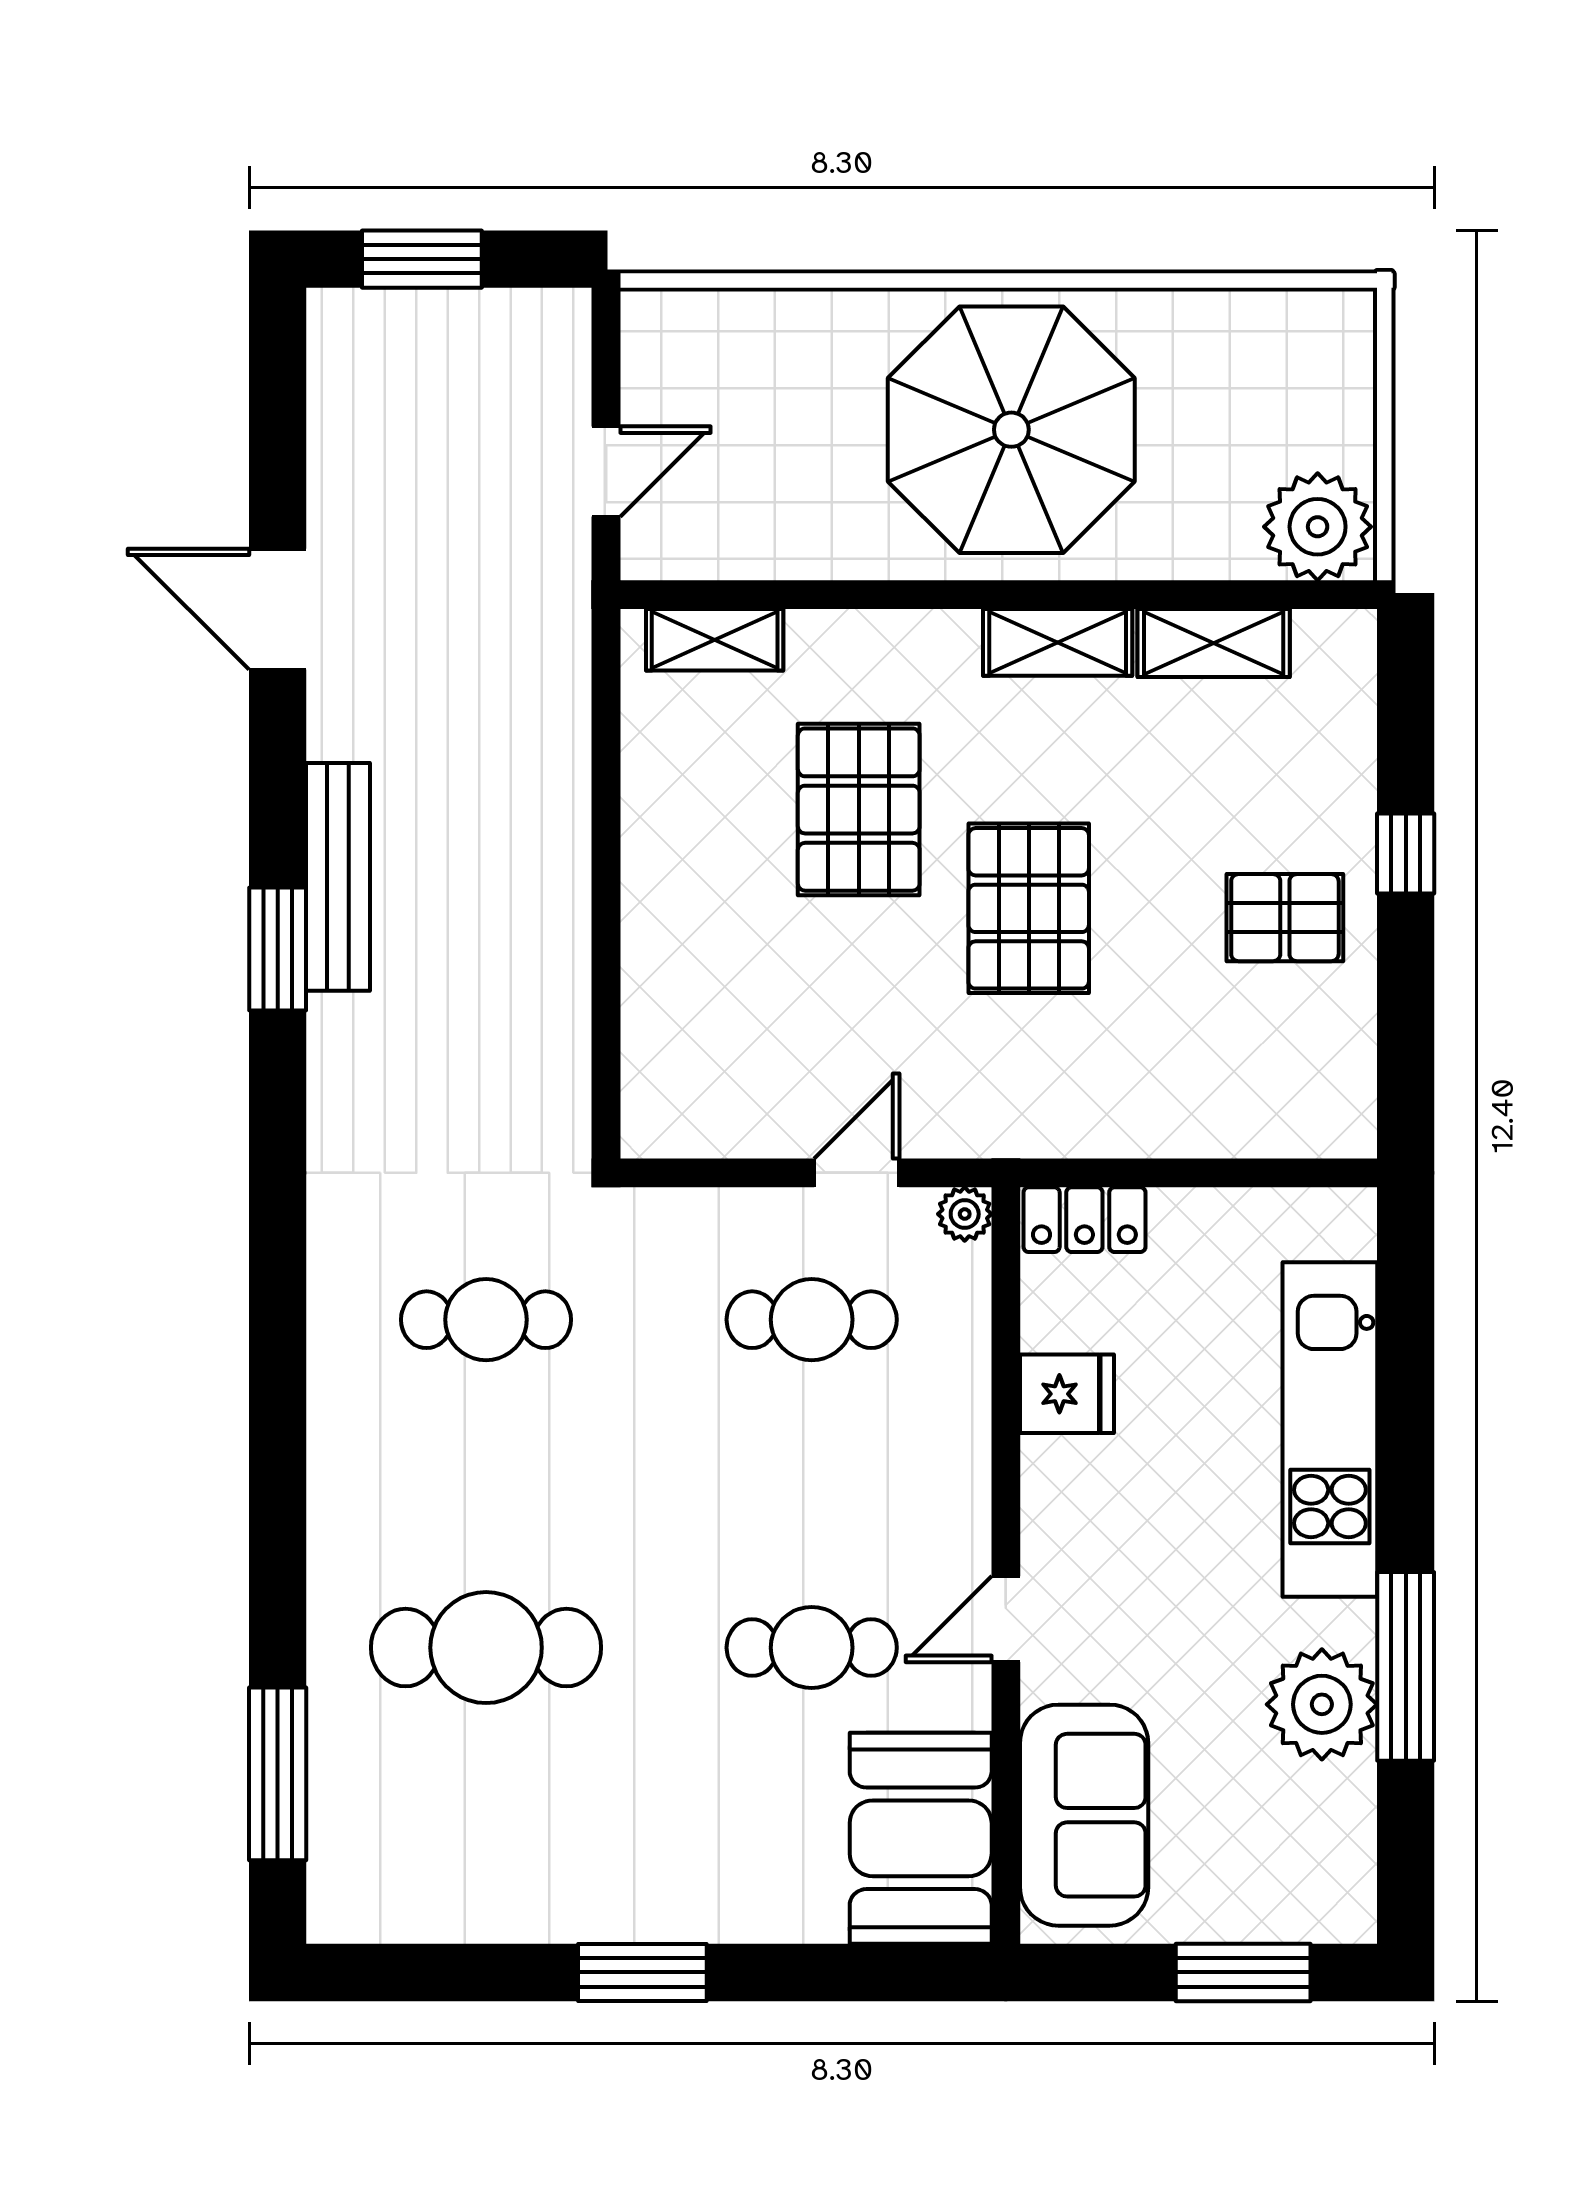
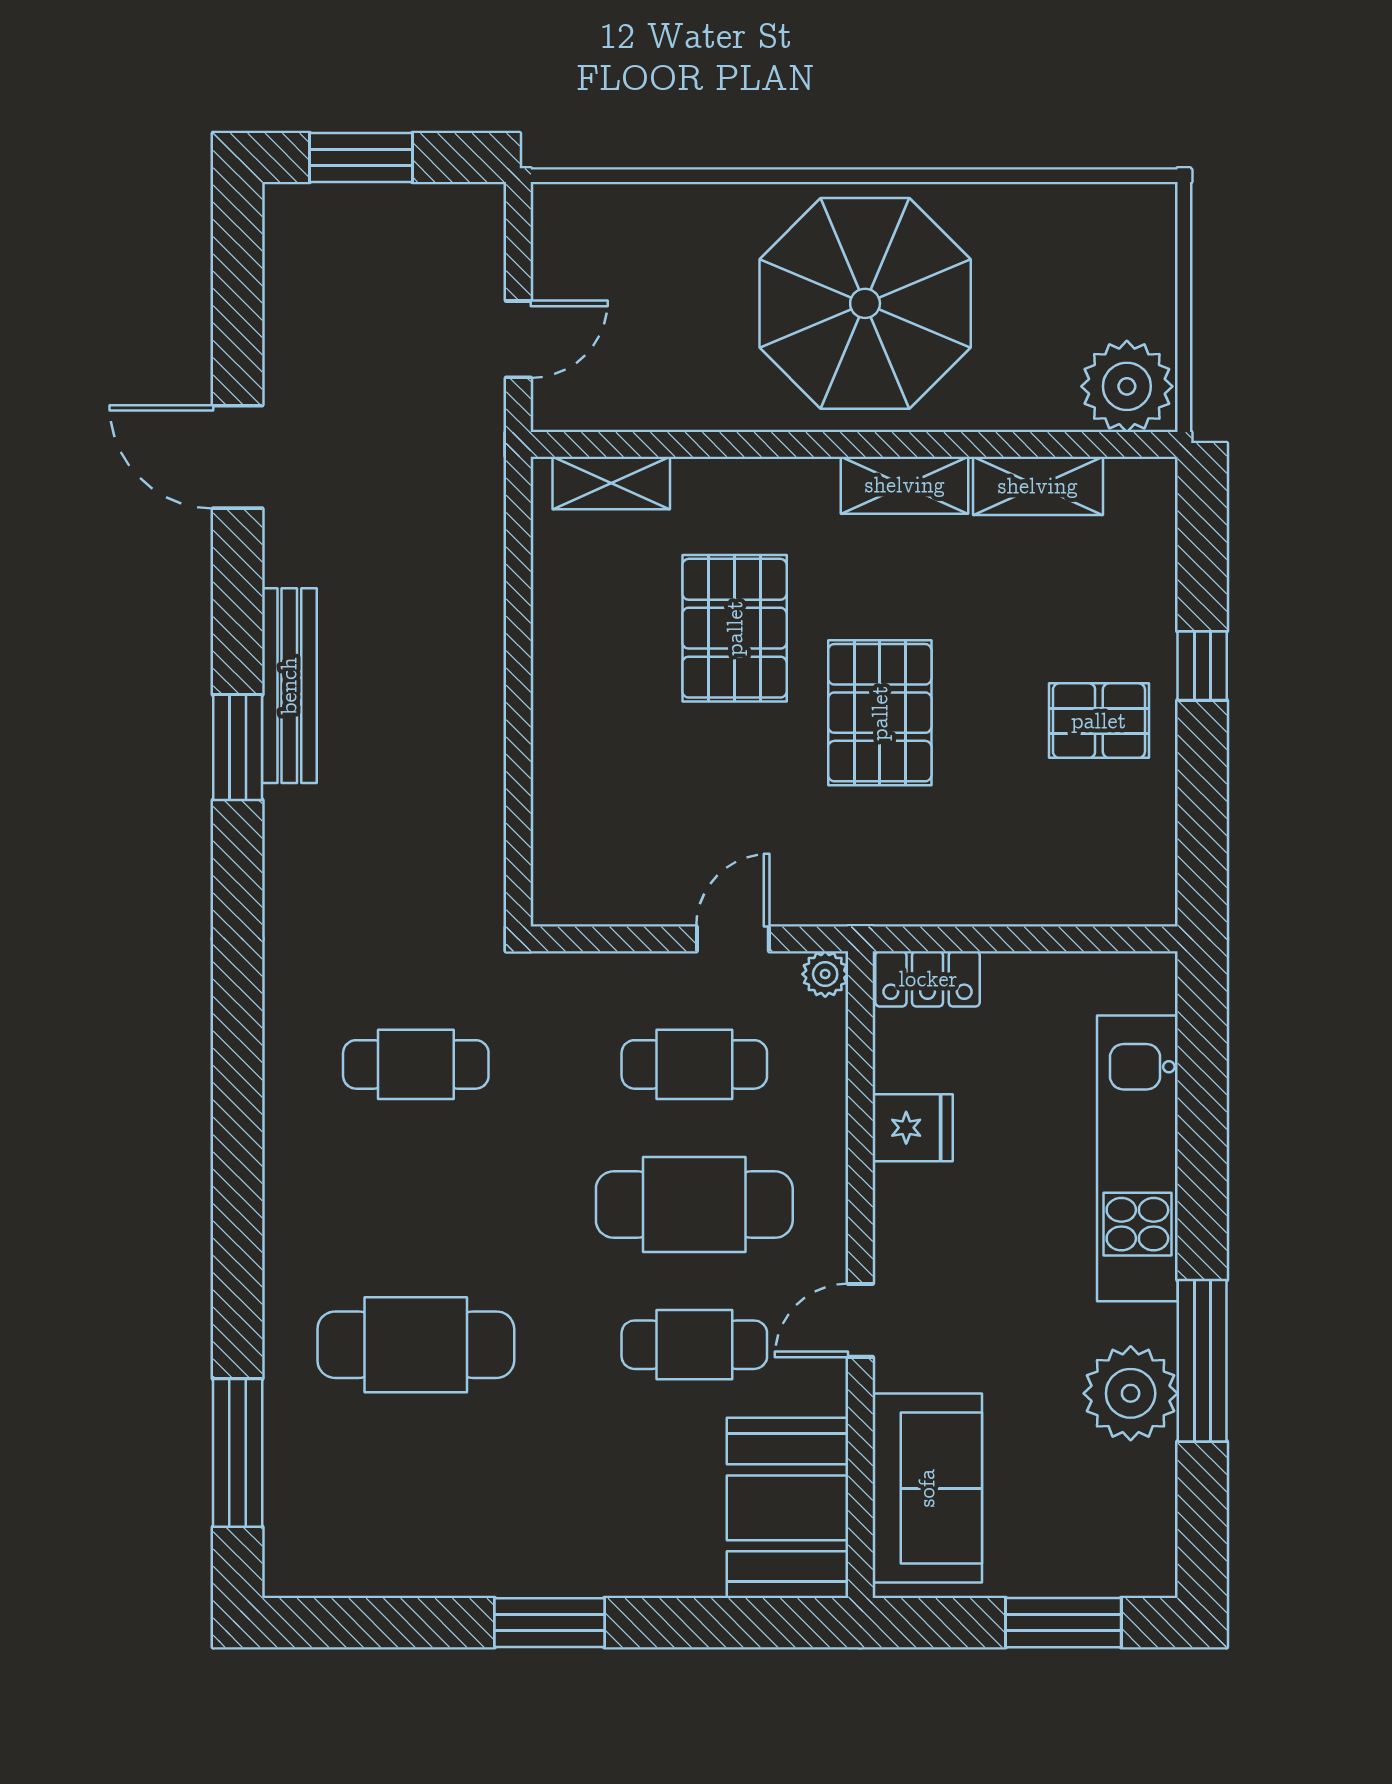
cafe table: (812, 1484) -> (694, 1205), added

